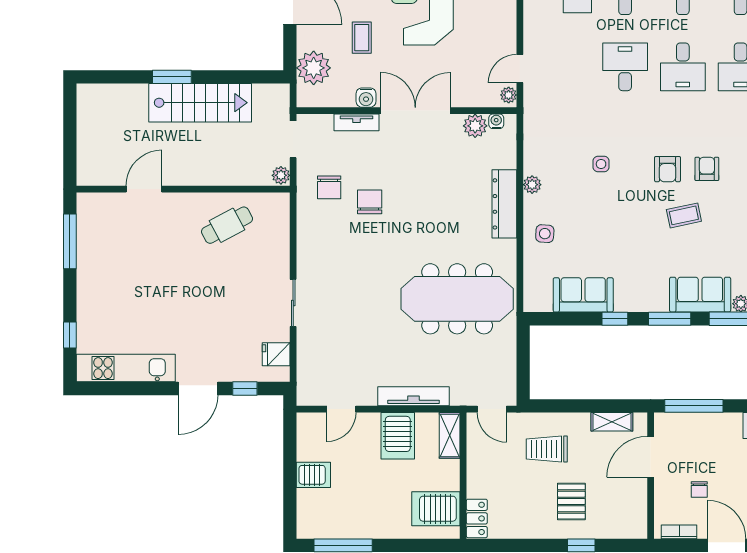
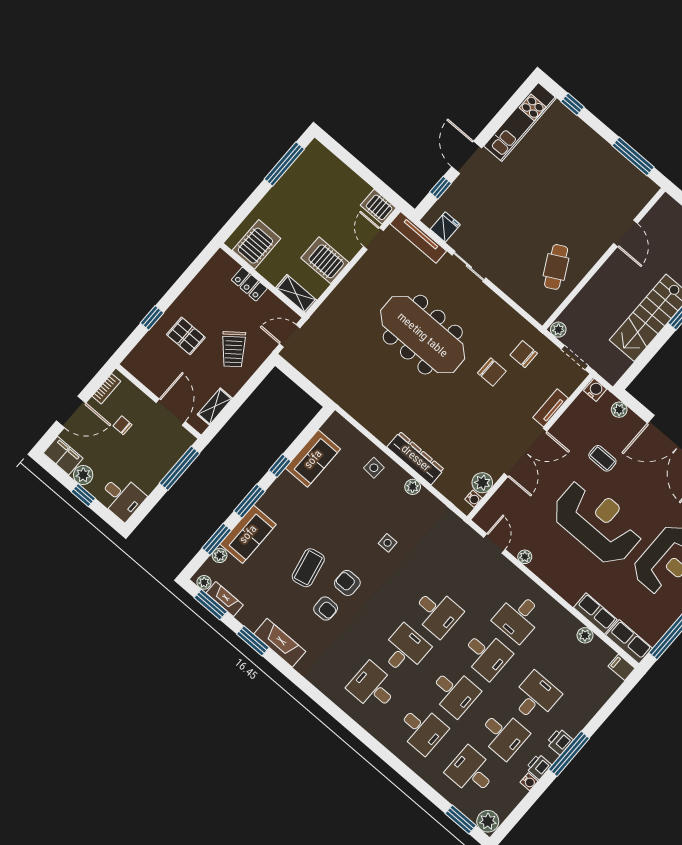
desk: (683, 67) -> (405, 650), turned 90
plant: (314, 68) -> (619, 410), width x0.53, depth x0.53
plant: (509, 95) -> (525, 557), moved
water cooler: (366, 98) -> (595, 390), moved, turned 90
coffee table: (684, 215) -> (308, 568), width x1.36, depth x1.30
meeting table: (457, 299) -> (423, 335), moved, turned 90
tv unit: (414, 396) -> (418, 237), moved, turned 90
trolley: (547, 449) -> (234, 349), turned 142
server rack: (313, 475) -> (378, 207), moved, turned 90
locker: (477, 518) -> (249, 284), moved

